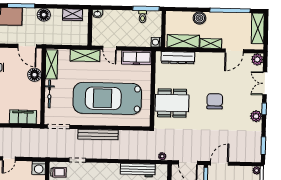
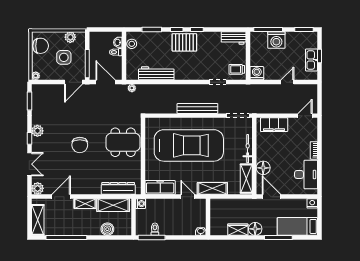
wardrobe: (73, 15) -> (238, 230), moved
boiler: (199, 18) -> (107, 229), moved

